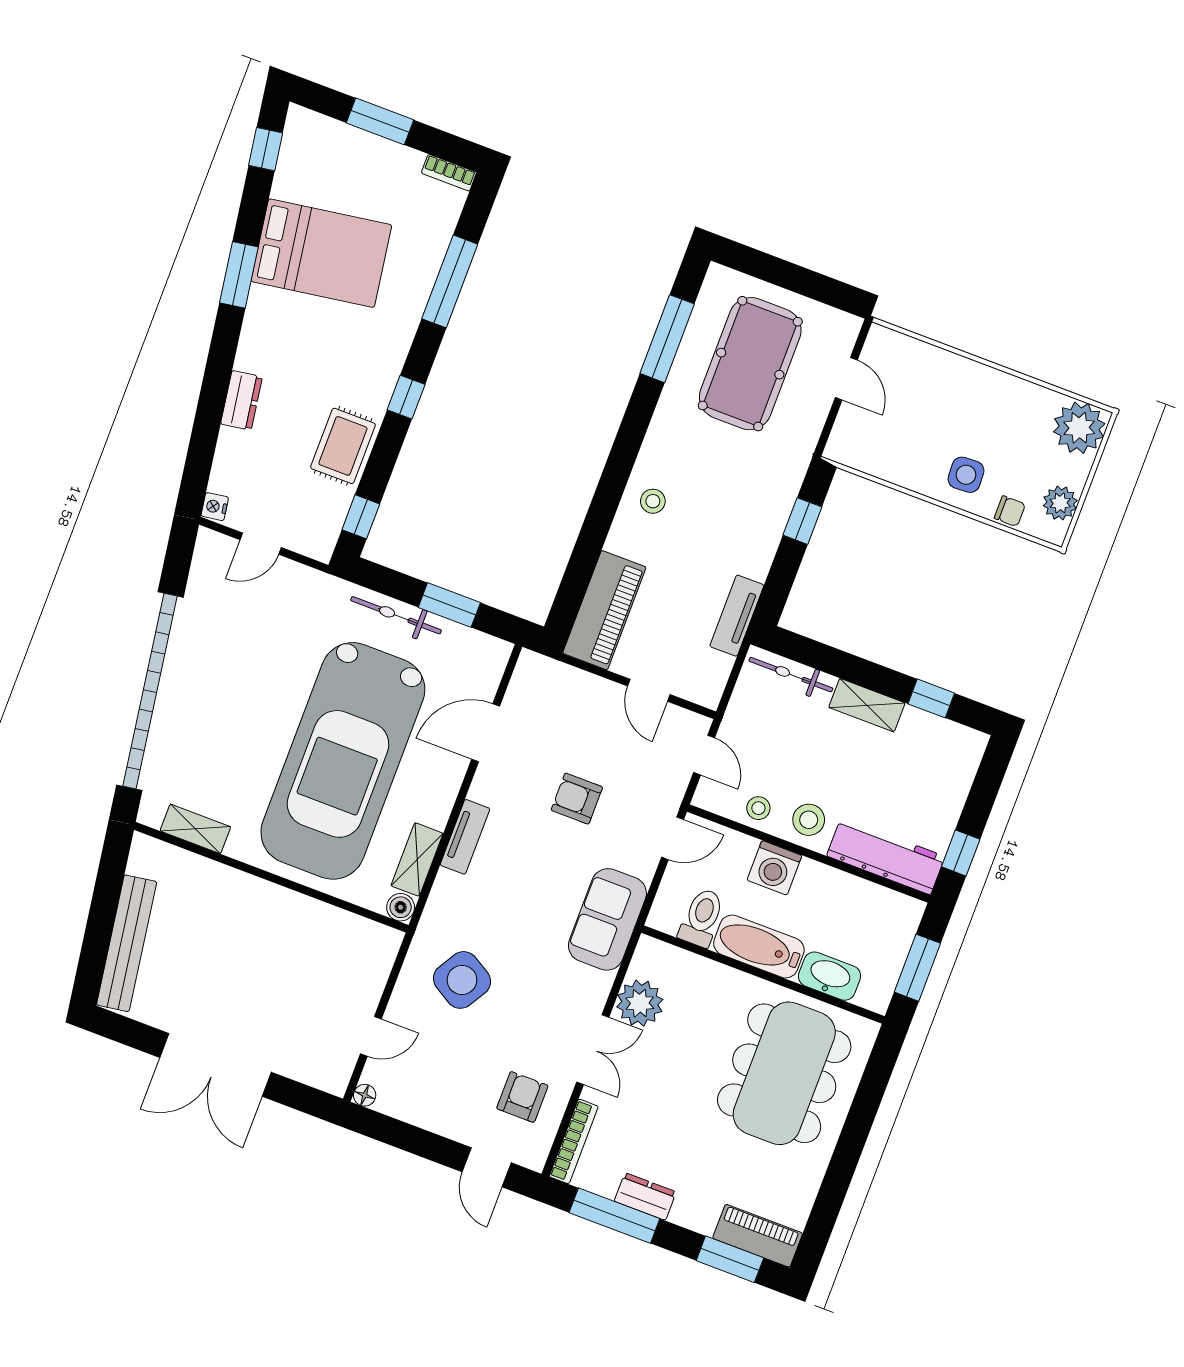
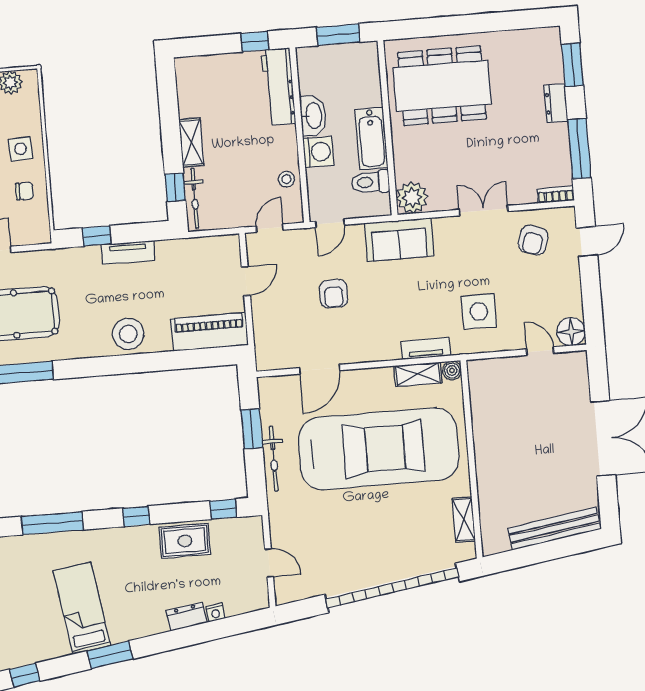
bed: (321, 253) -> (82, 608), width x0.67
stool: (653, 501) -> (128, 334), width x1.89, depth x1.89
nightstand: (215, 507) -> (215, 613), moved
chair: (1010, 511) -> (24, 191), moved, turned 90
tv unit: (737, 616) -> (128, 253), moved
window: (931, 698) -> (175, 187), moved
door: (486, 733) -> (320, 369), hinge flipped
stool: (809, 820) -> (279, 145), removed
tv unit: (465, 837) -> (426, 348), moved
door: (673, 838) -> (330, 223), swing flipped
washbasin: (829, 976) -> (313, 116), moved, turned 180
side table: (462, 980) -> (479, 311), turned -31
plant: (640, 1003) -> (412, 198), moved
floor lamp: (365, 1095) -> (571, 332), width x1.89, depth x1.89
armchair: (522, 1097) -> (533, 240), turned -73
bookcase: (574, 1141) -> (556, 195), width x0.64
dresser: (645, 1196) -> (556, 103), moved
piano: (758, 1236) -> (550, 55), removed

